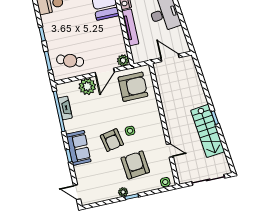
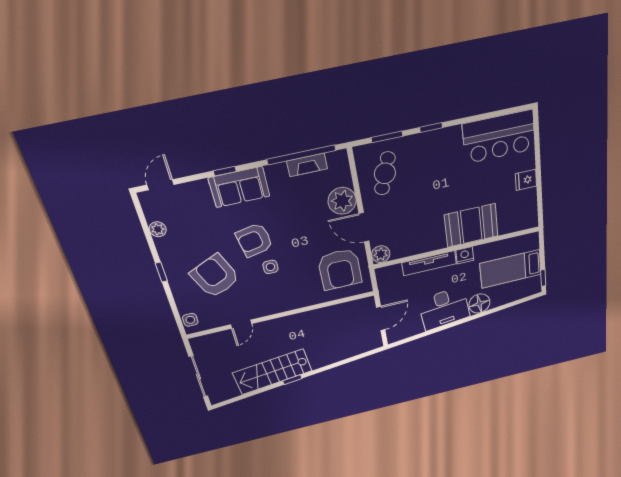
armchair: (135, 165) -> (215, 276), turned -108
plant: (123, 192) -> (158, 229), moved

